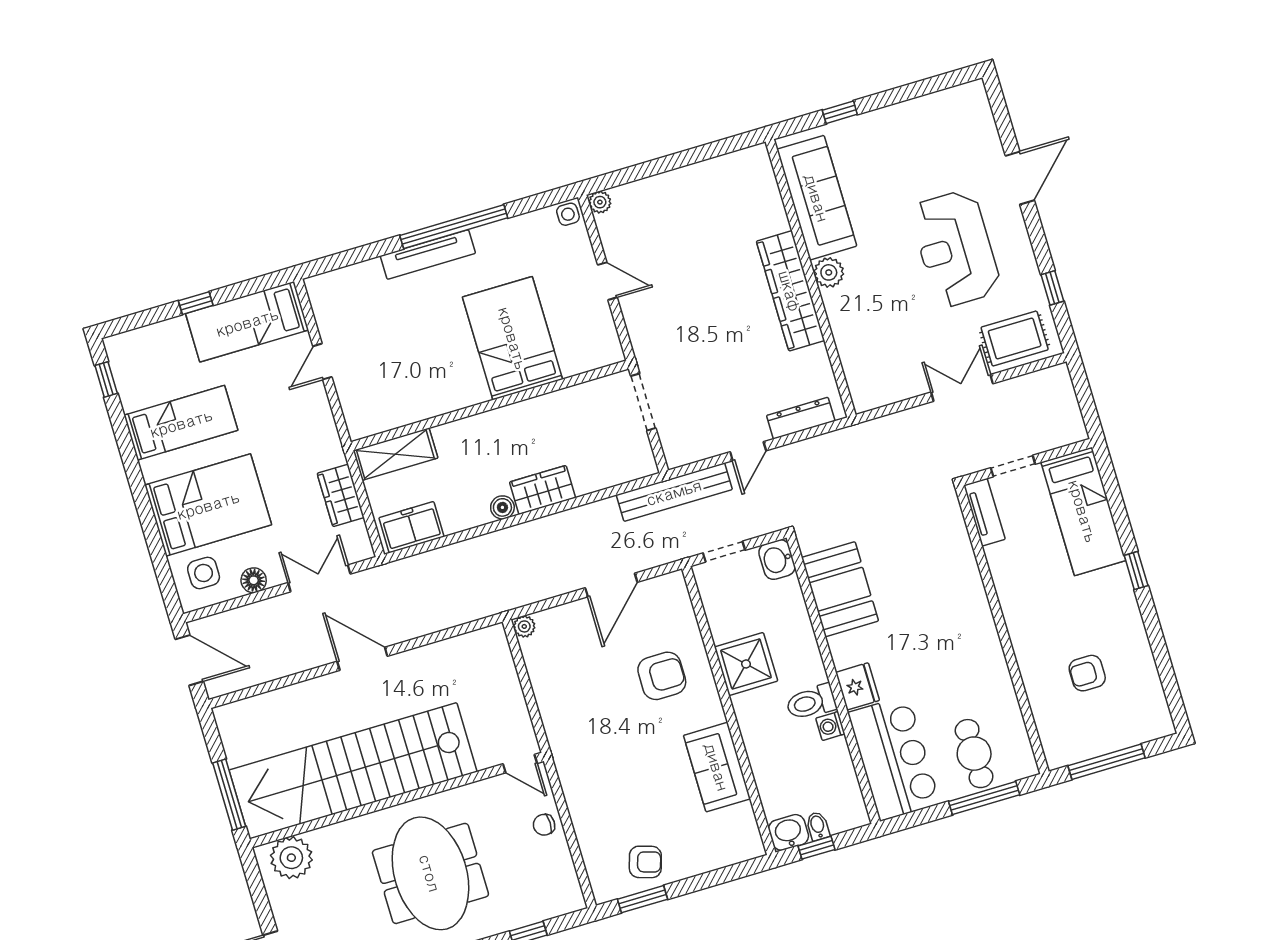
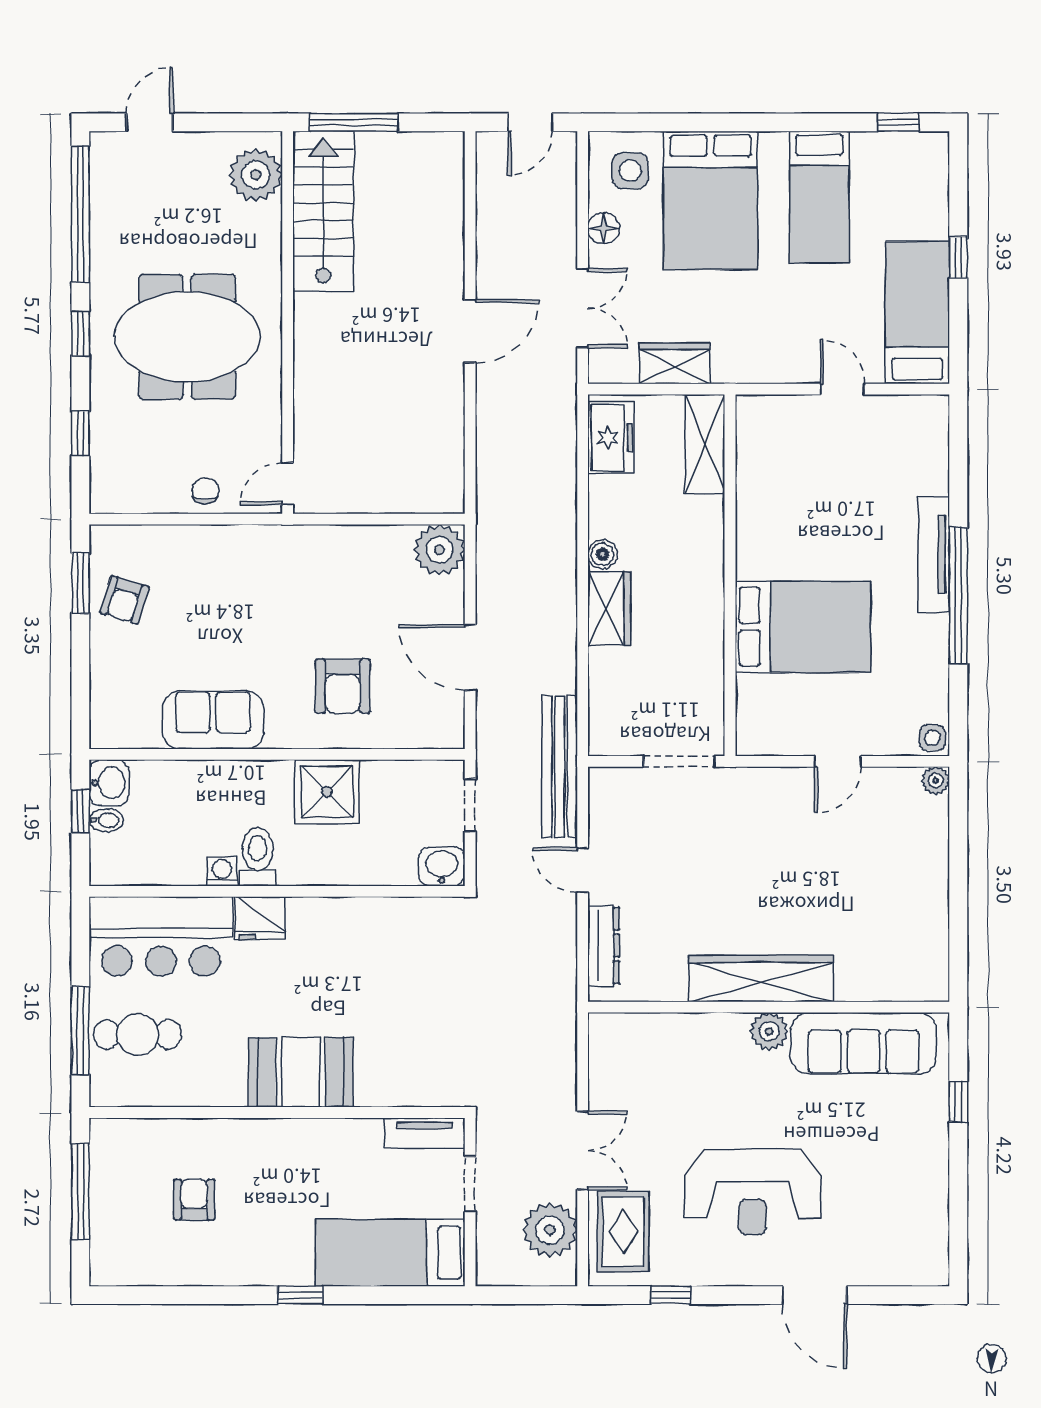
reception desk: (955, 249) -> (753, 1192), turned 180
plant: (1030, 395) -> (550, 1230), added
booth: (840, 589) -> (301, 1072), moved
plant: (524, 626) -> (439, 550), width x1.87, depth x1.87
door: (189, 660) -> (530, 122), width x0.73
stairs: (353, 771) -> (323, 211), width x0.54, depth x0.66

